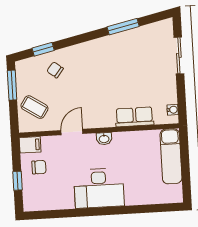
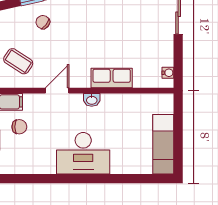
row of seats: (134, 117) -> (112, 78), moved
exam couch: (171, 156) -> (163, 144), moved

